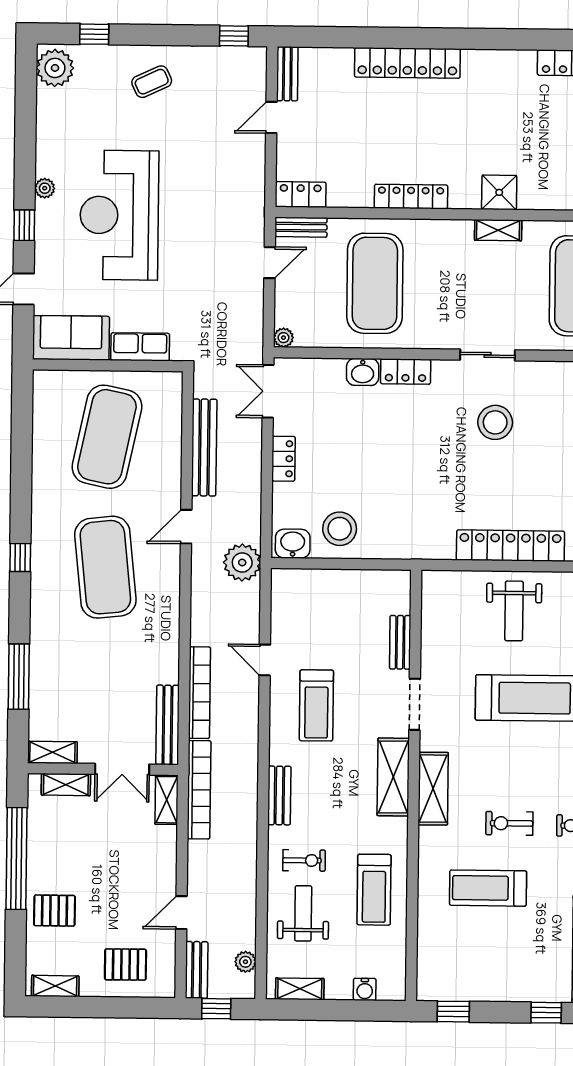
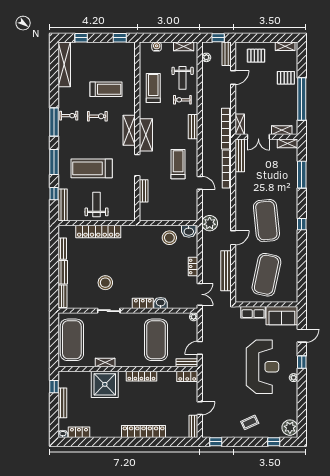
shower: (499, 192) -> (105, 384), width x1.86, depth x1.86
double door: (122, 769) -> (258, 137), swing flipped

